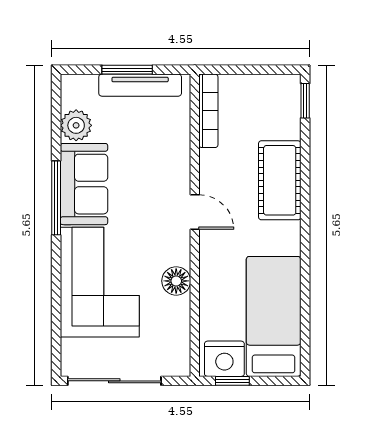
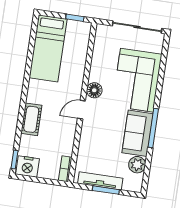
bookcase: (208, 111) -> (65, 169), width x0.64
cot: (280, 180) -> (31, 119), width x0.73, depth x0.75
door: (195, 212) -> (81, 110), hinge flipped
floor lamp: (176, 281) -> (94, 90), moved
nightstand: (224, 359) -> (27, 166), moved, turned 180

